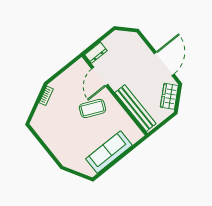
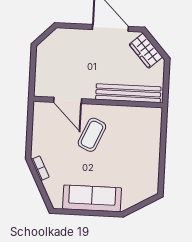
dresser: (96, 53) -> (41, 84), removed
sofa: (109, 152) -> (92, 198), moved, turned 90

